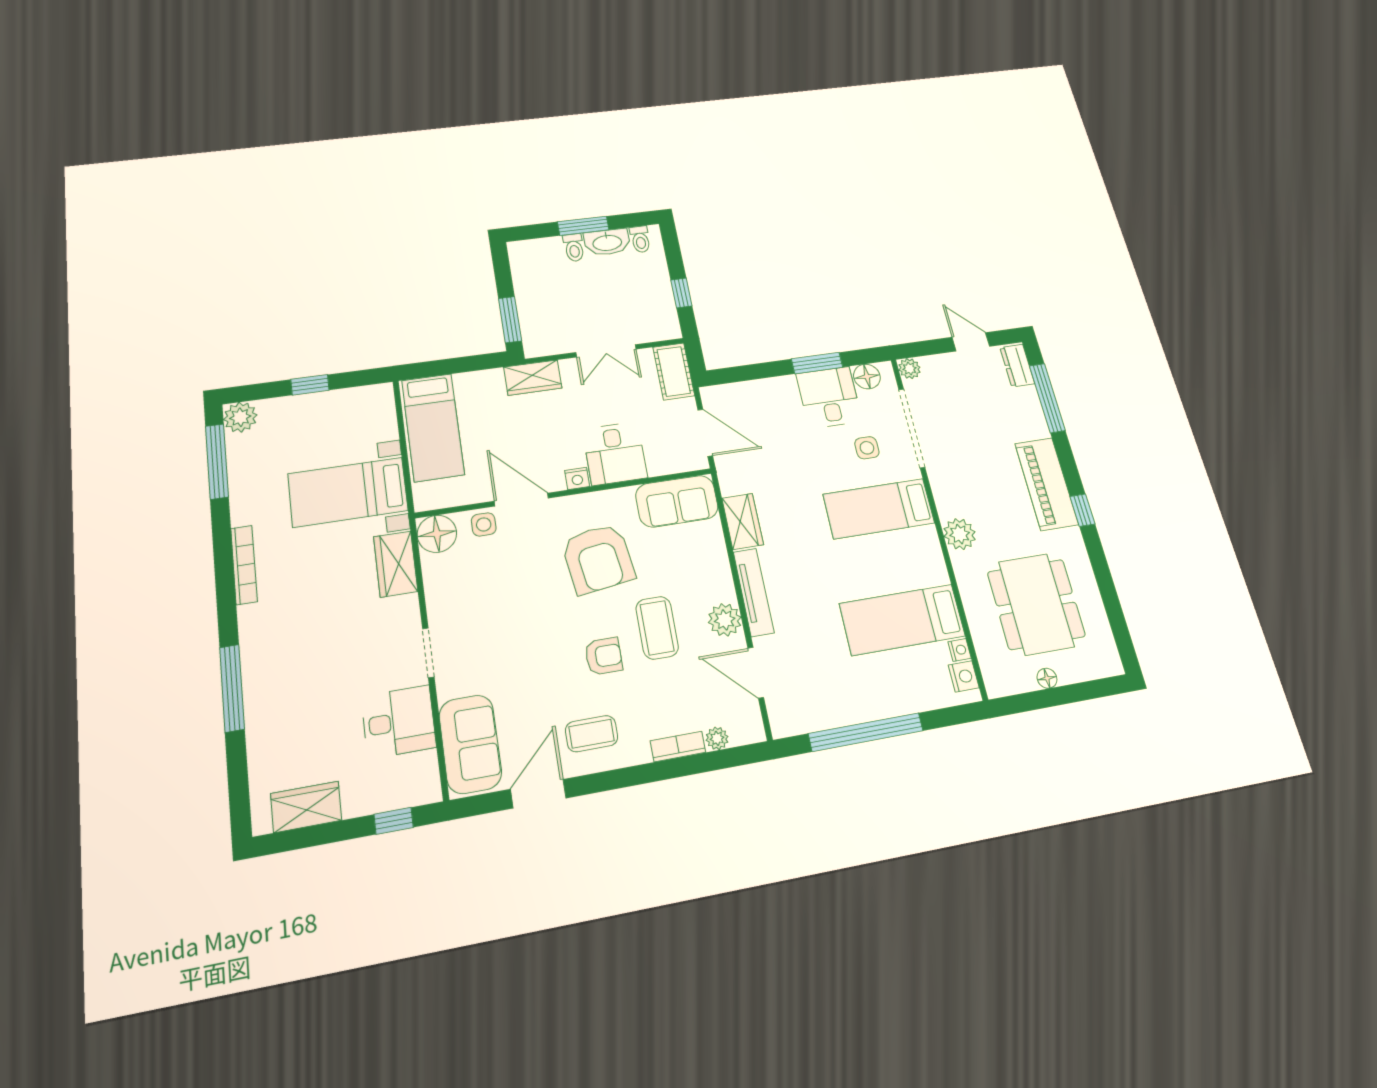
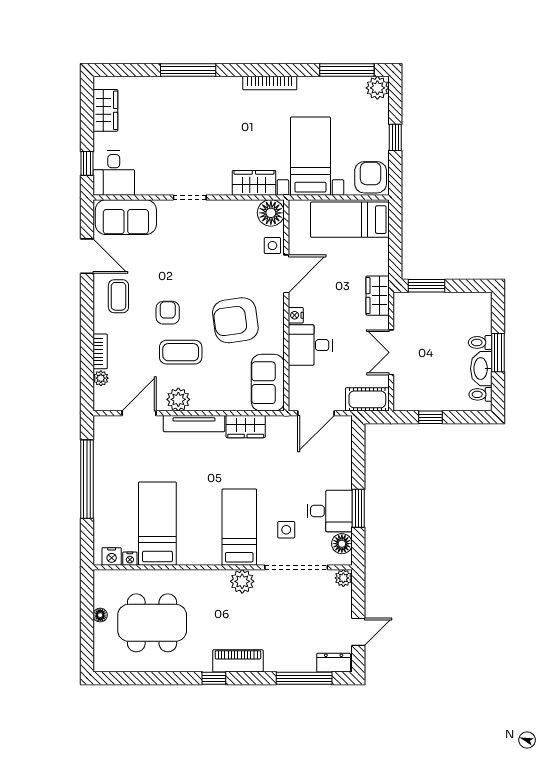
armchair: (370, 409) -> (371, 177), added
piano: (1046, 484) -> (238, 661), width x0.73, depth x0.75
plant: (960, 534) -> (242, 581), moved
armchair: (604, 656) -> (168, 313), turned 180
desk: (399, 722) -> (114, 173), moved

